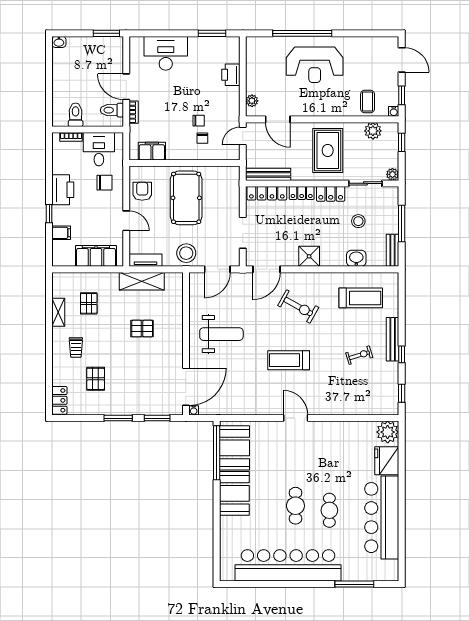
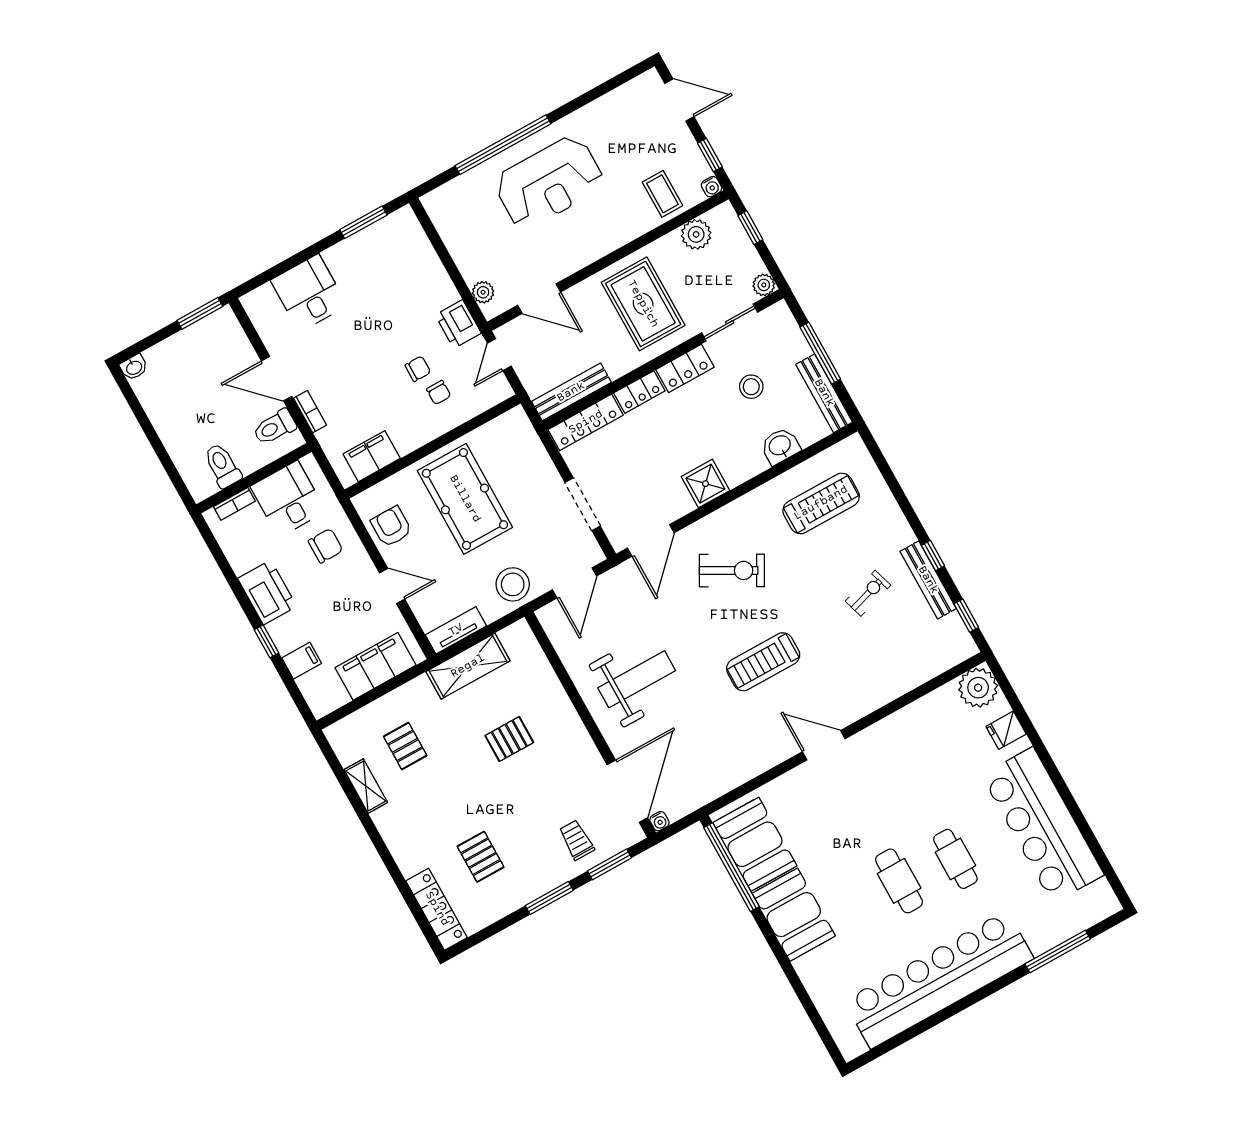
desk: (166, 53) -> (309, 293), width x0.73
printer: (231, 75) -> (458, 324), moved
bench: (393, 250) -> (824, 393), width x1.36
bench: (393, 339) -> (928, 580), moved
trolley: (76, 348) -> (577, 840), moved, turned 180
locker: (59, 400) -> (437, 909), width x1.53
fridge: (387, 461) -> (1006, 730), width x0.53, depth x0.75

